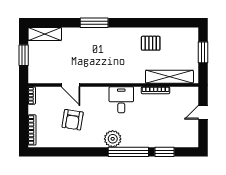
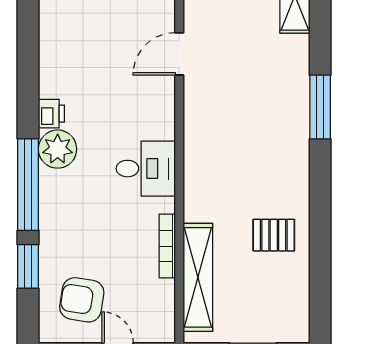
pallet: (151, 43) -> (274, 235), turned 90
armchair: (73, 120) -> (82, 300), moved
printer: (97, 142) -> (51, 114), added

